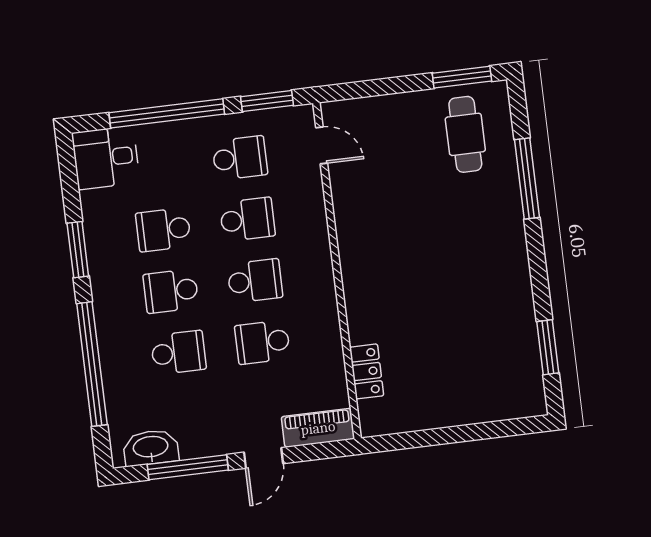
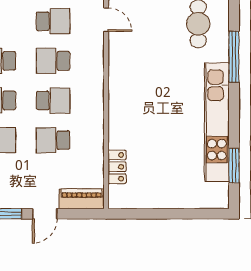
school desk: (247, 219) -> (53, 61), turned 180
kitchen unit: (513, 283) -> (217, 122), added

